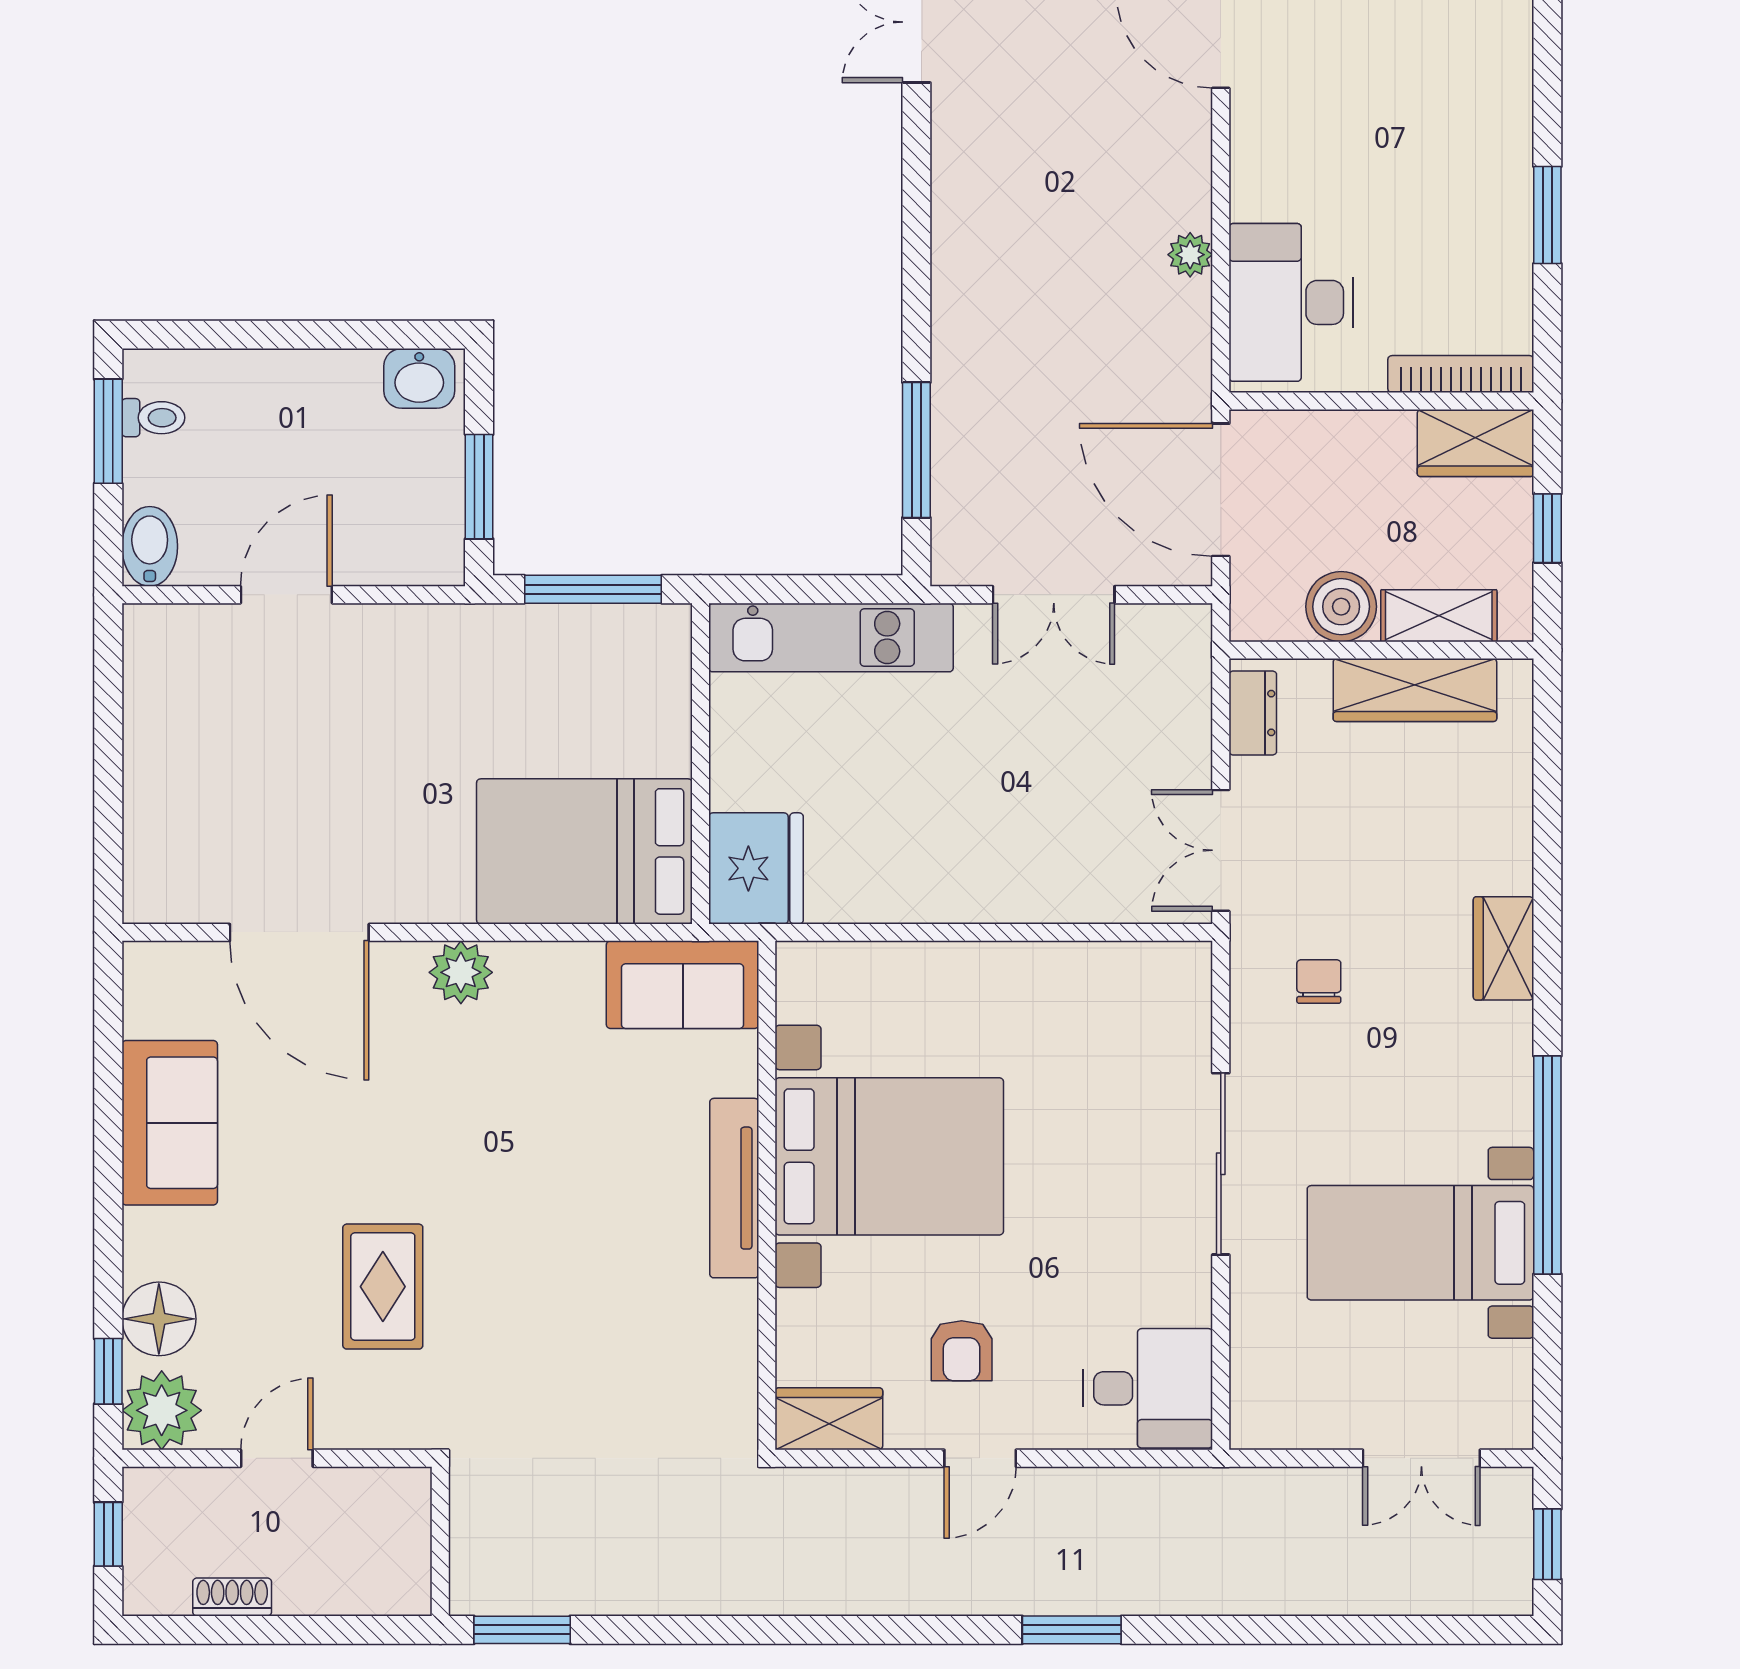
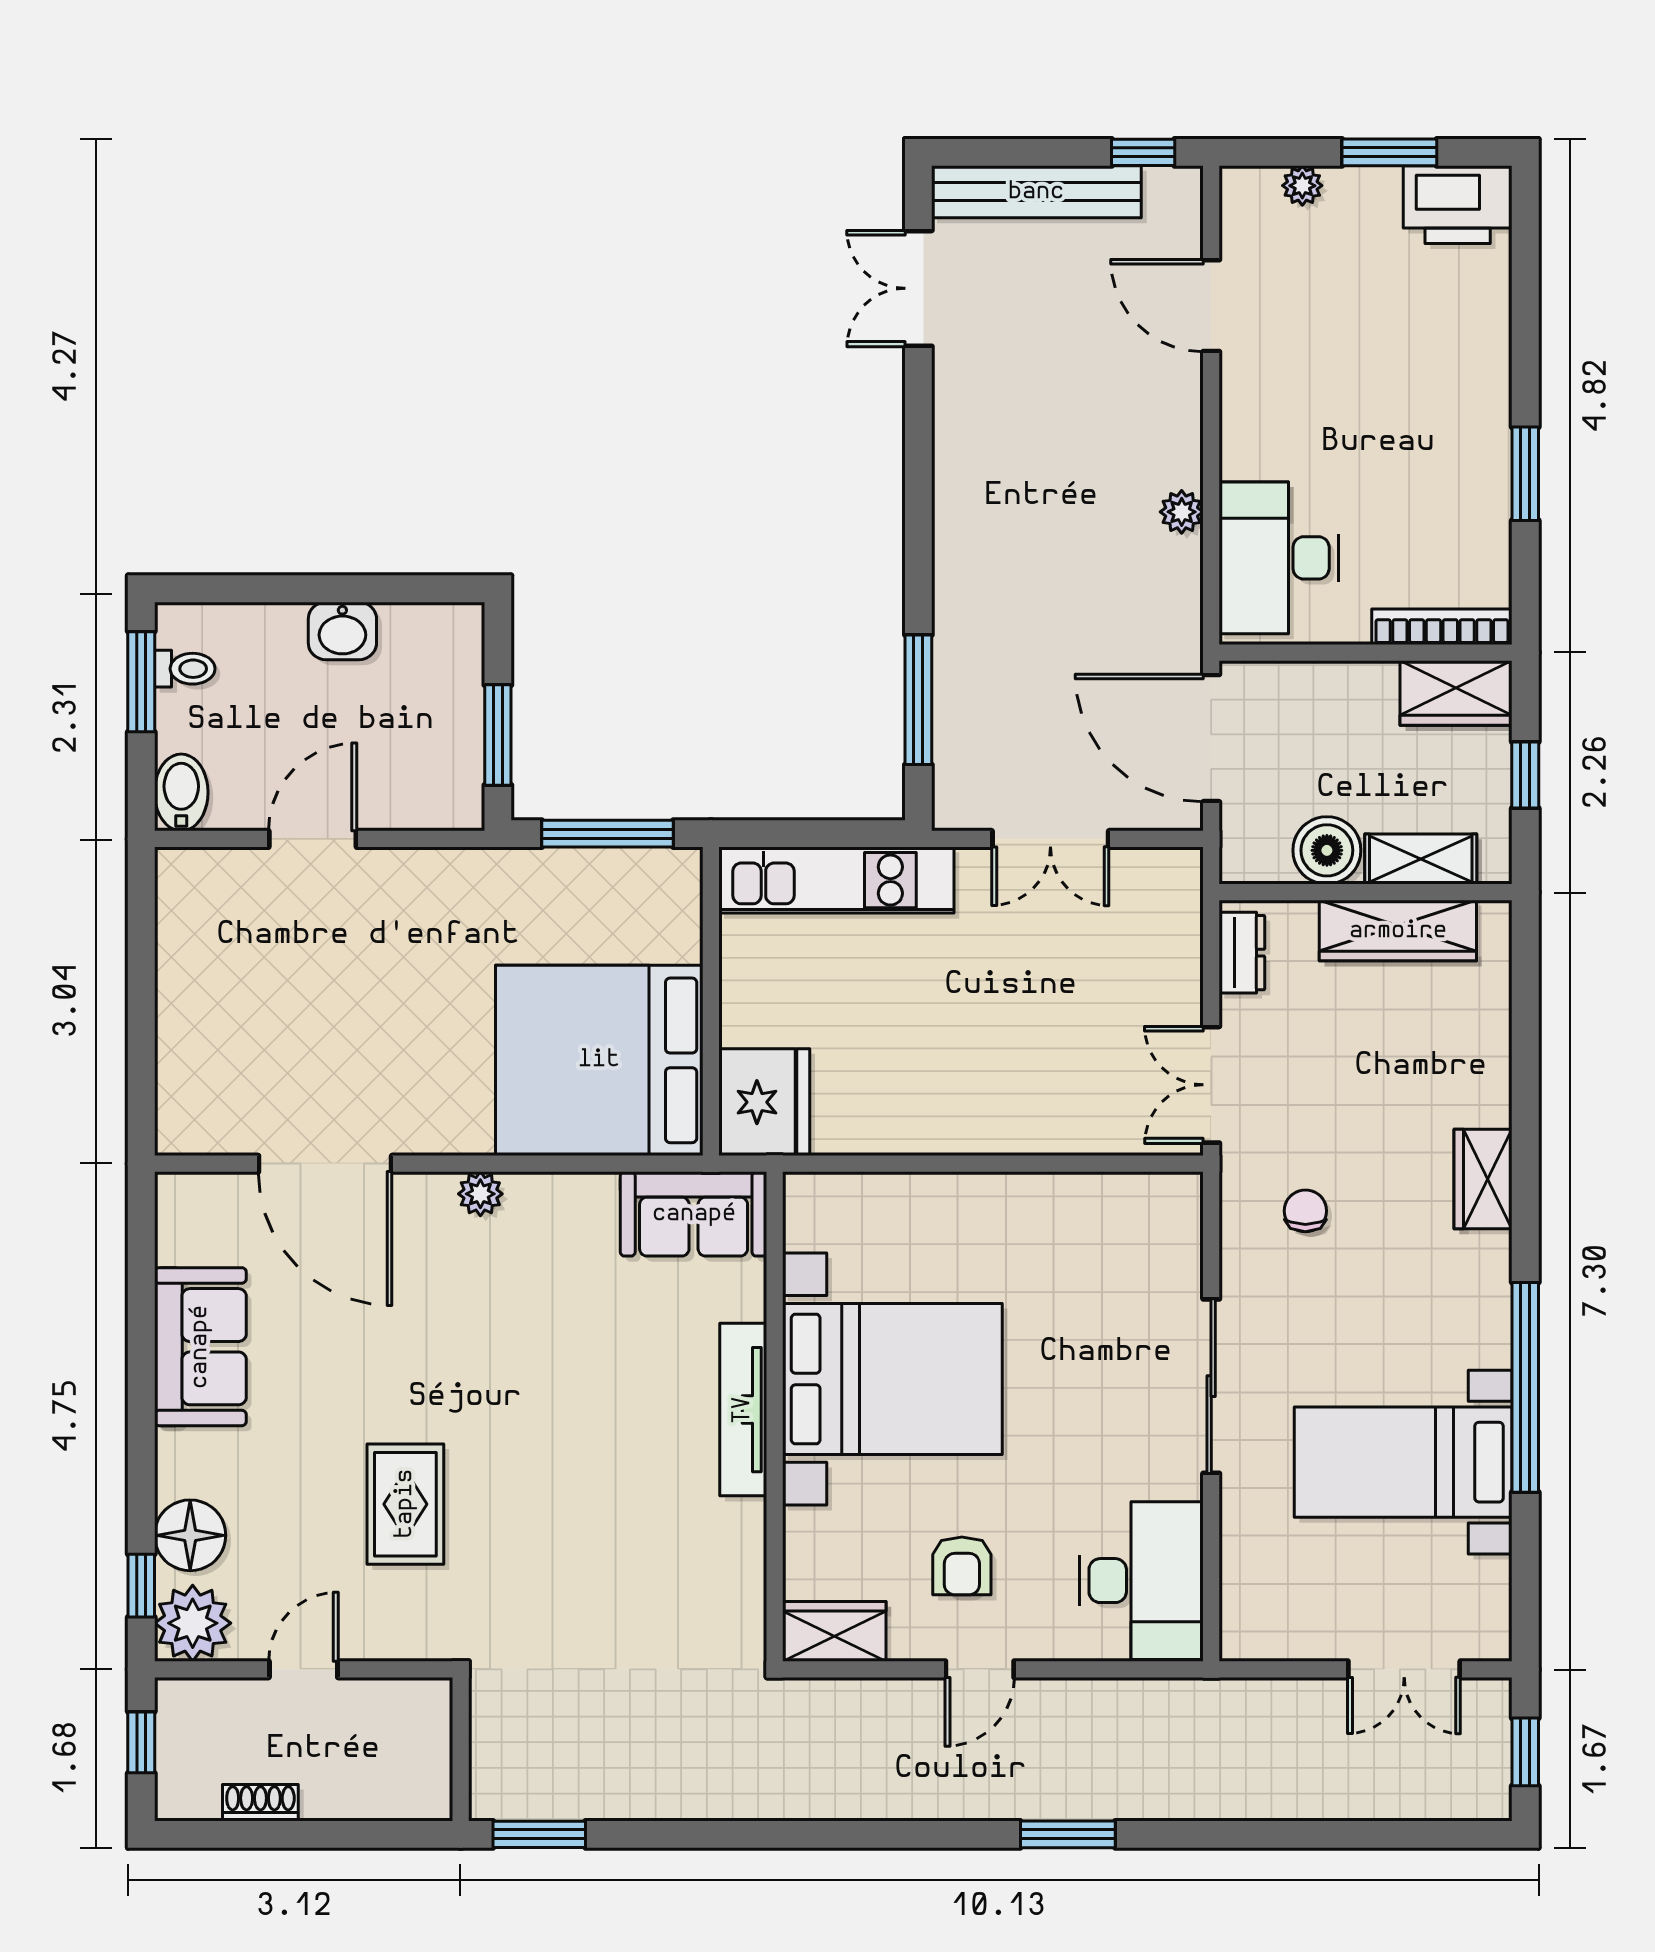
washbasin: (419, 378) -> (342, 631), moved
bed: (584, 851) -> (599, 1060), width x1.36
plant: (461, 972) -> (480, 1194), width x0.73, depth x0.73
desk: (1148, 1388) -> (1141, 1581), width x1.37

